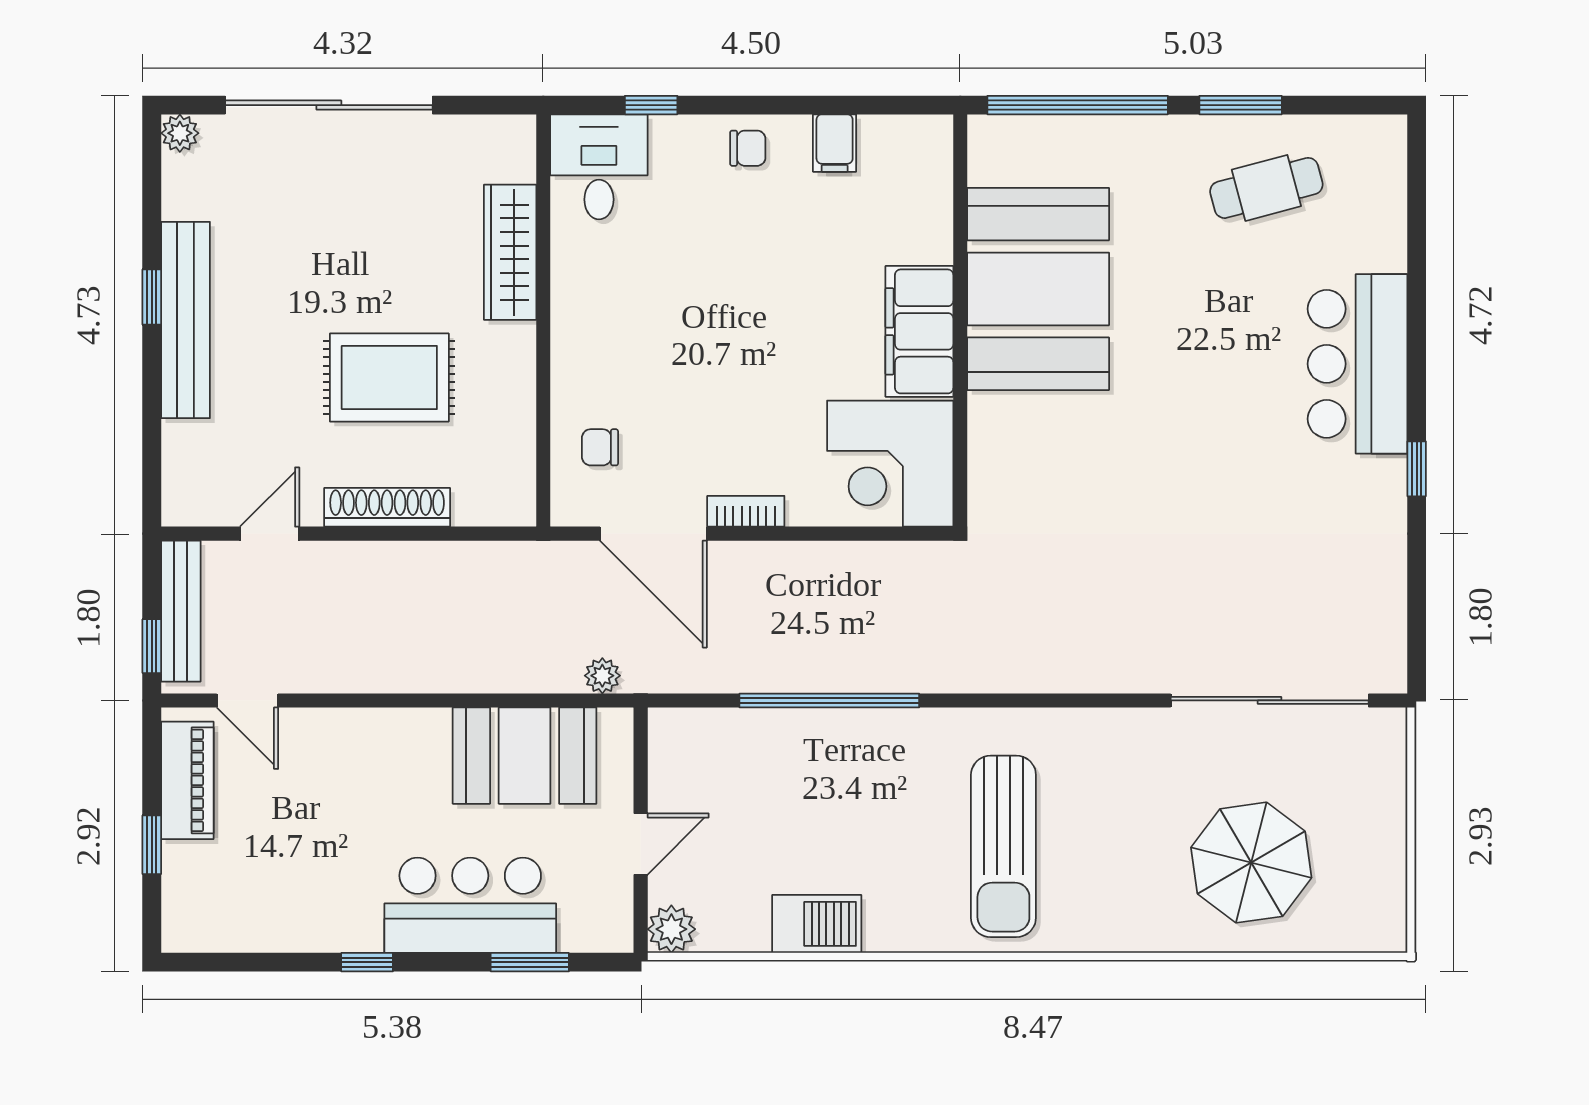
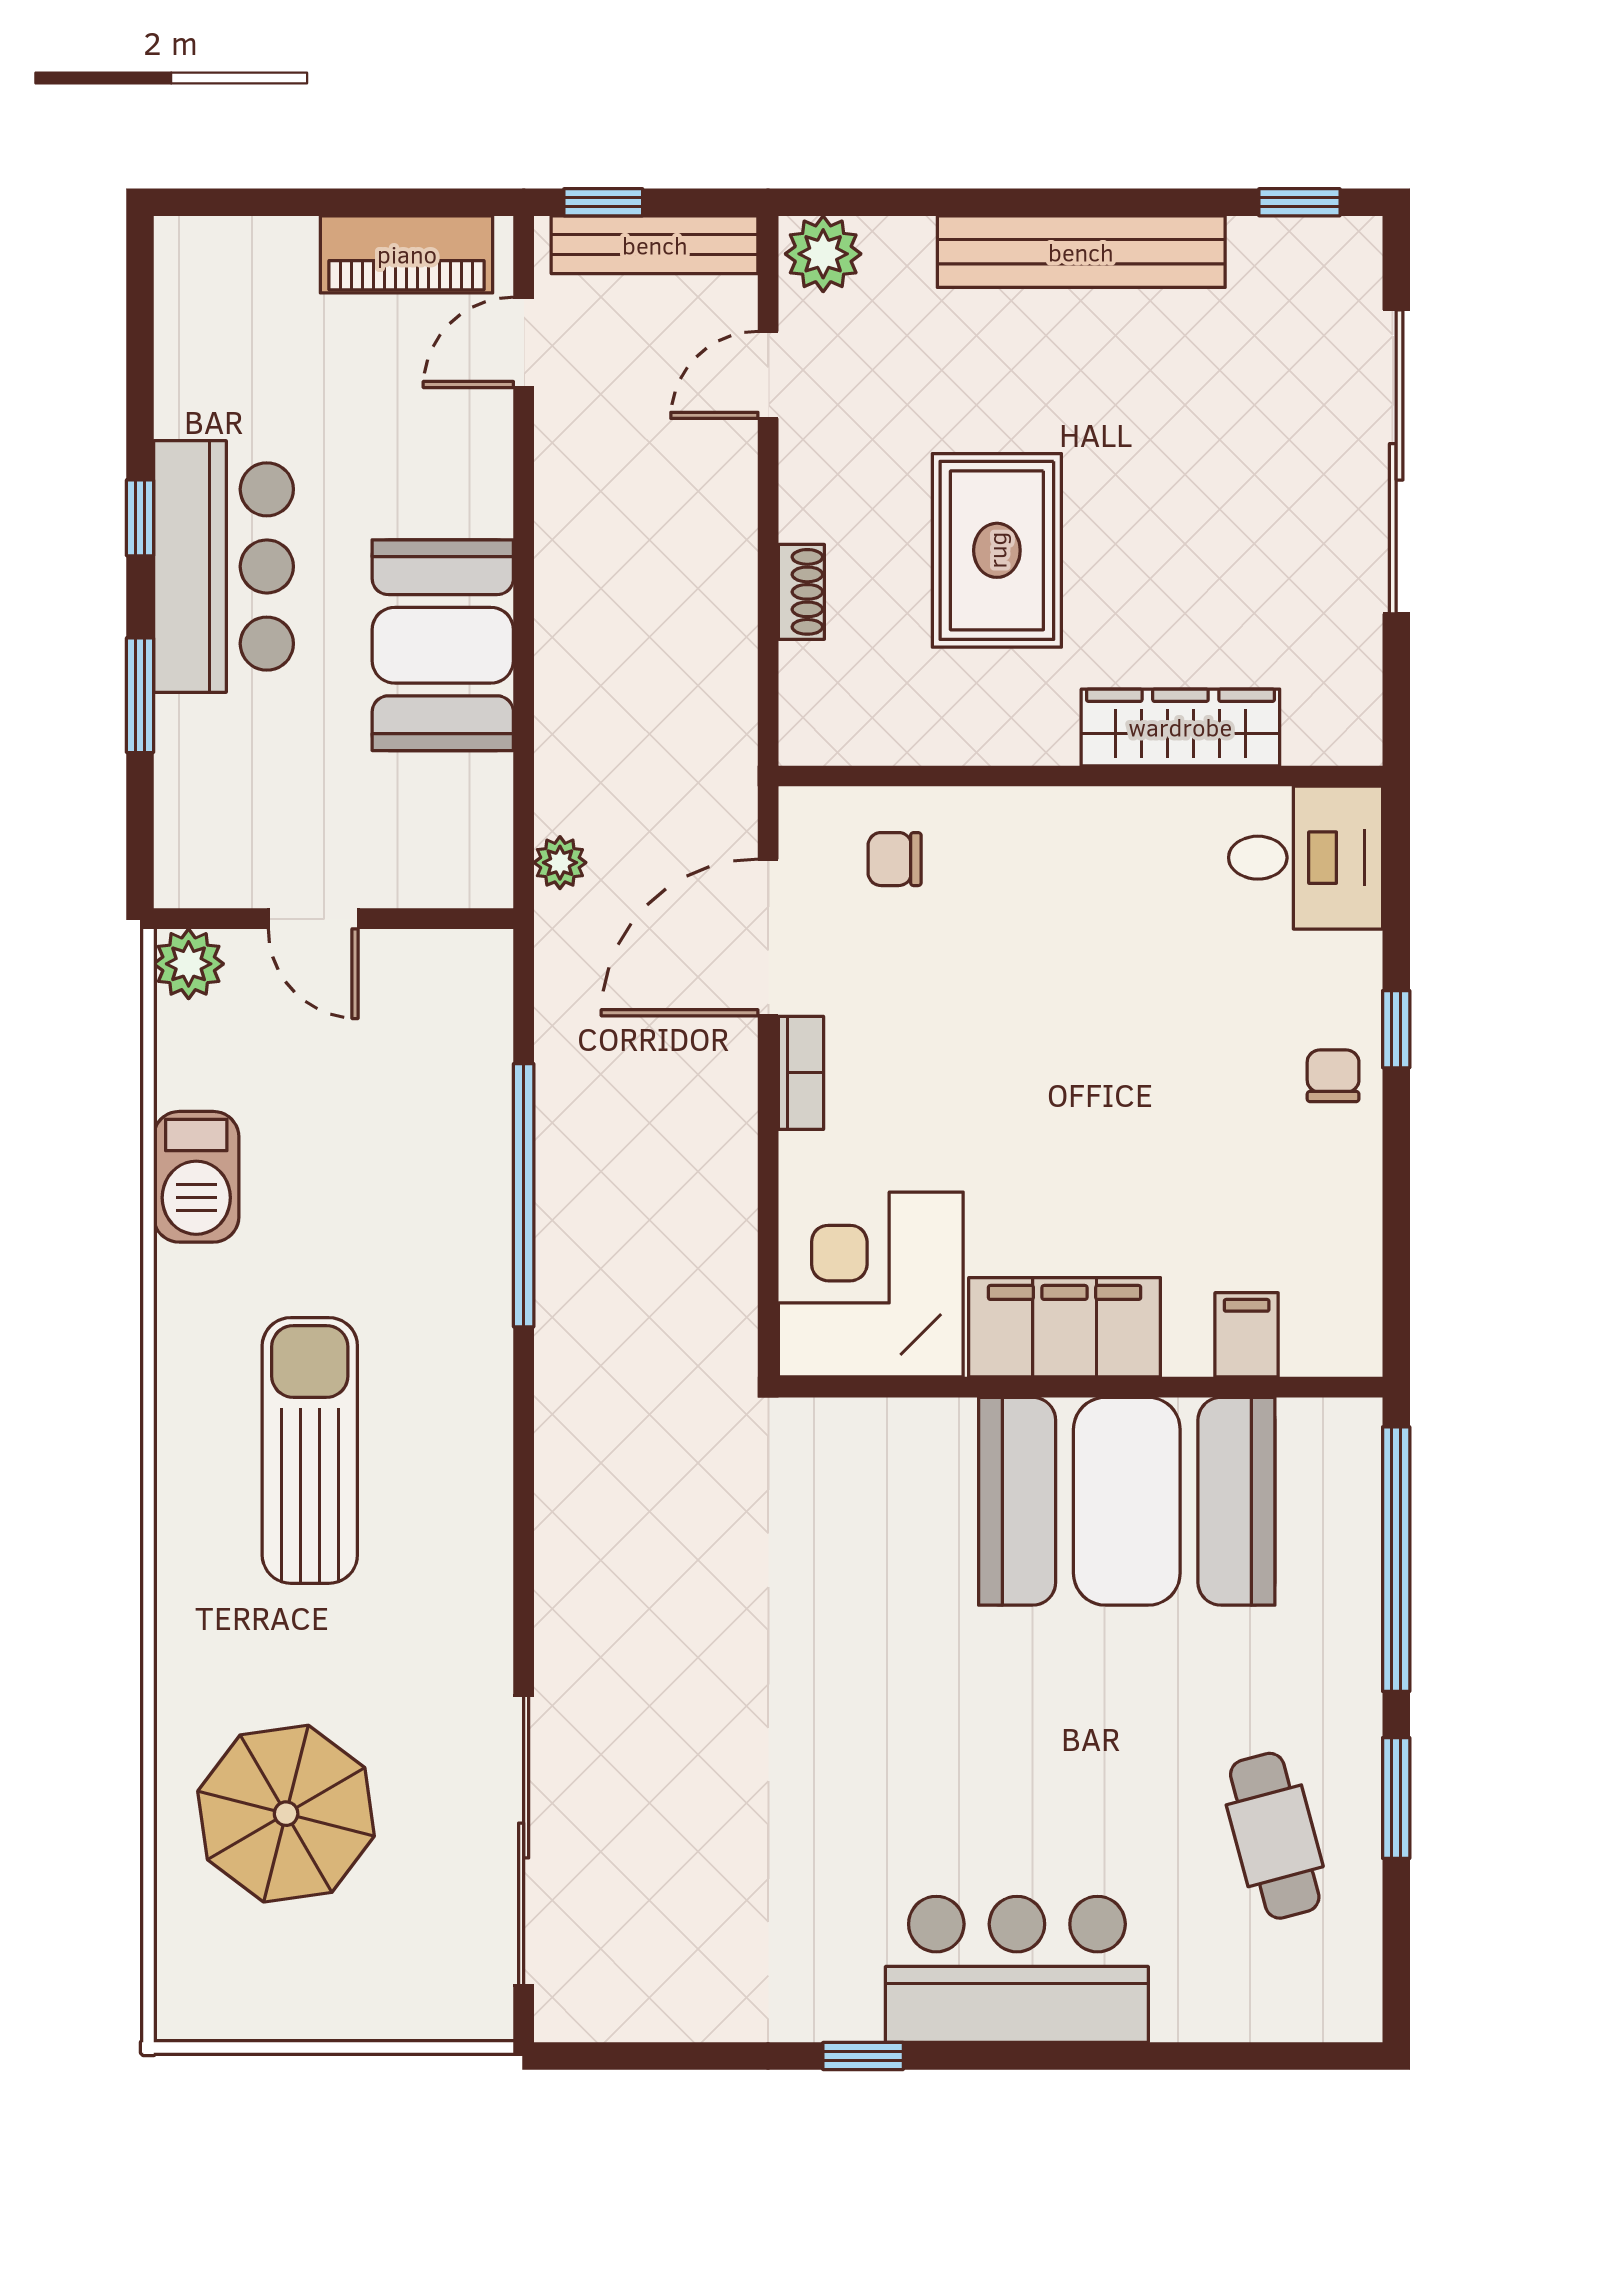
window: (651, 105) -> (1396, 1029), moved
plant: (180, 133) -> (823, 254), moved, width x1.38, depth x1.38
filing cabinet: (835, 143) -> (1247, 1335), moved, turned 90
chair: (748, 148) -> (1333, 1076), turned 180
window: (152, 297) -> (1299, 202), moved
chair: (600, 447) -> (895, 859), turned -90
shoe rack: (387, 507) -> (801, 592), width x0.51, depth x0.81
door: (270, 534) -> (768, 375), swing flipped
booth: (525, 756) -> (443, 645), moved
window: (152, 845) -> (312, 202), removed
sun lounger: (1003, 846) -> (310, 1450), turned 90
bar counter: (470, 905) -> (223, 566), moved
window: (530, 962) -> (140, 695), moved

